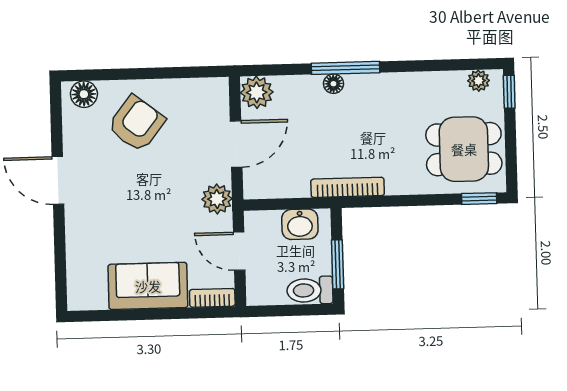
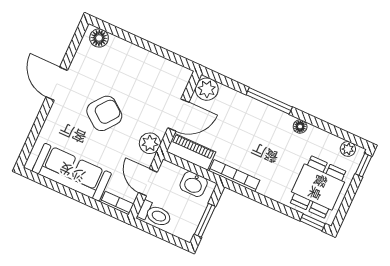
floor lamp: (333, 84) -> (300, 127), moved
armchair: (136, 124) -> (104, 113), moved
dining table: (464, 149) -> (318, 187), turned 90
piano: (276, 184) -> (191, 152), added
sofa: (148, 286) -> (72, 172), width x1.36
toilet: (310, 290) -> (155, 214), moved, turned 180

